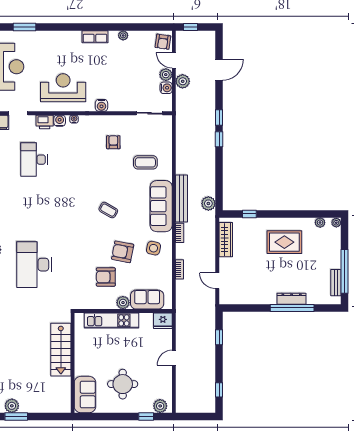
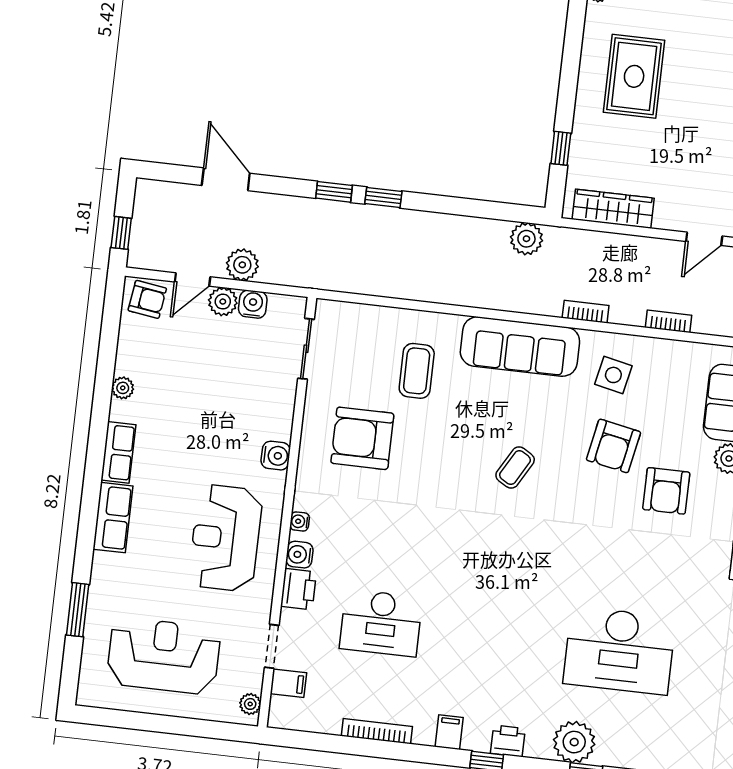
row of seats: (66, 38) -> (113, 518), added
armchair: (113, 142) -> (362, 438), width x1.88, depth x1.88
bench: (182, 198) -> (508, 298), removed

